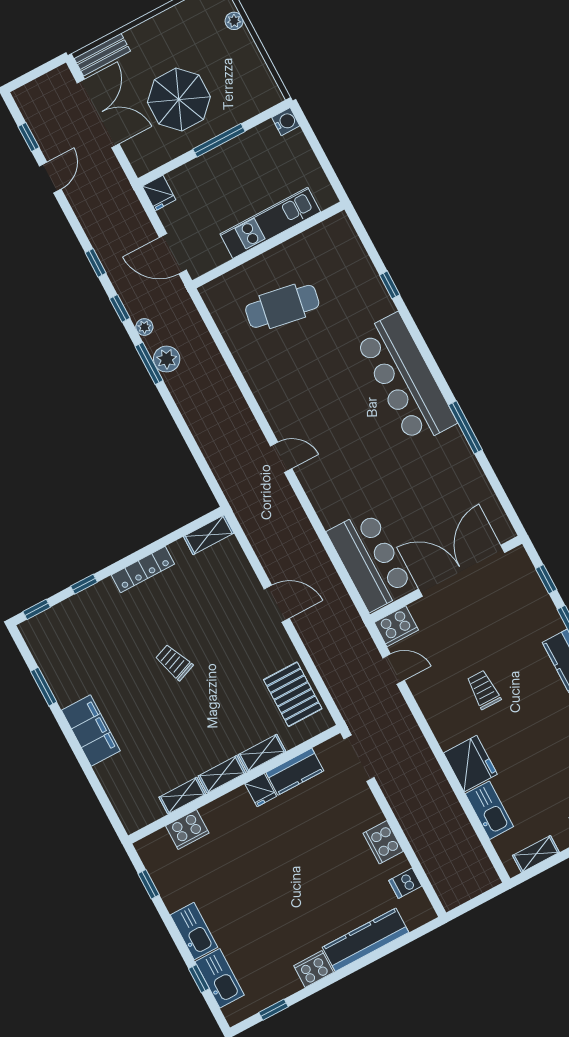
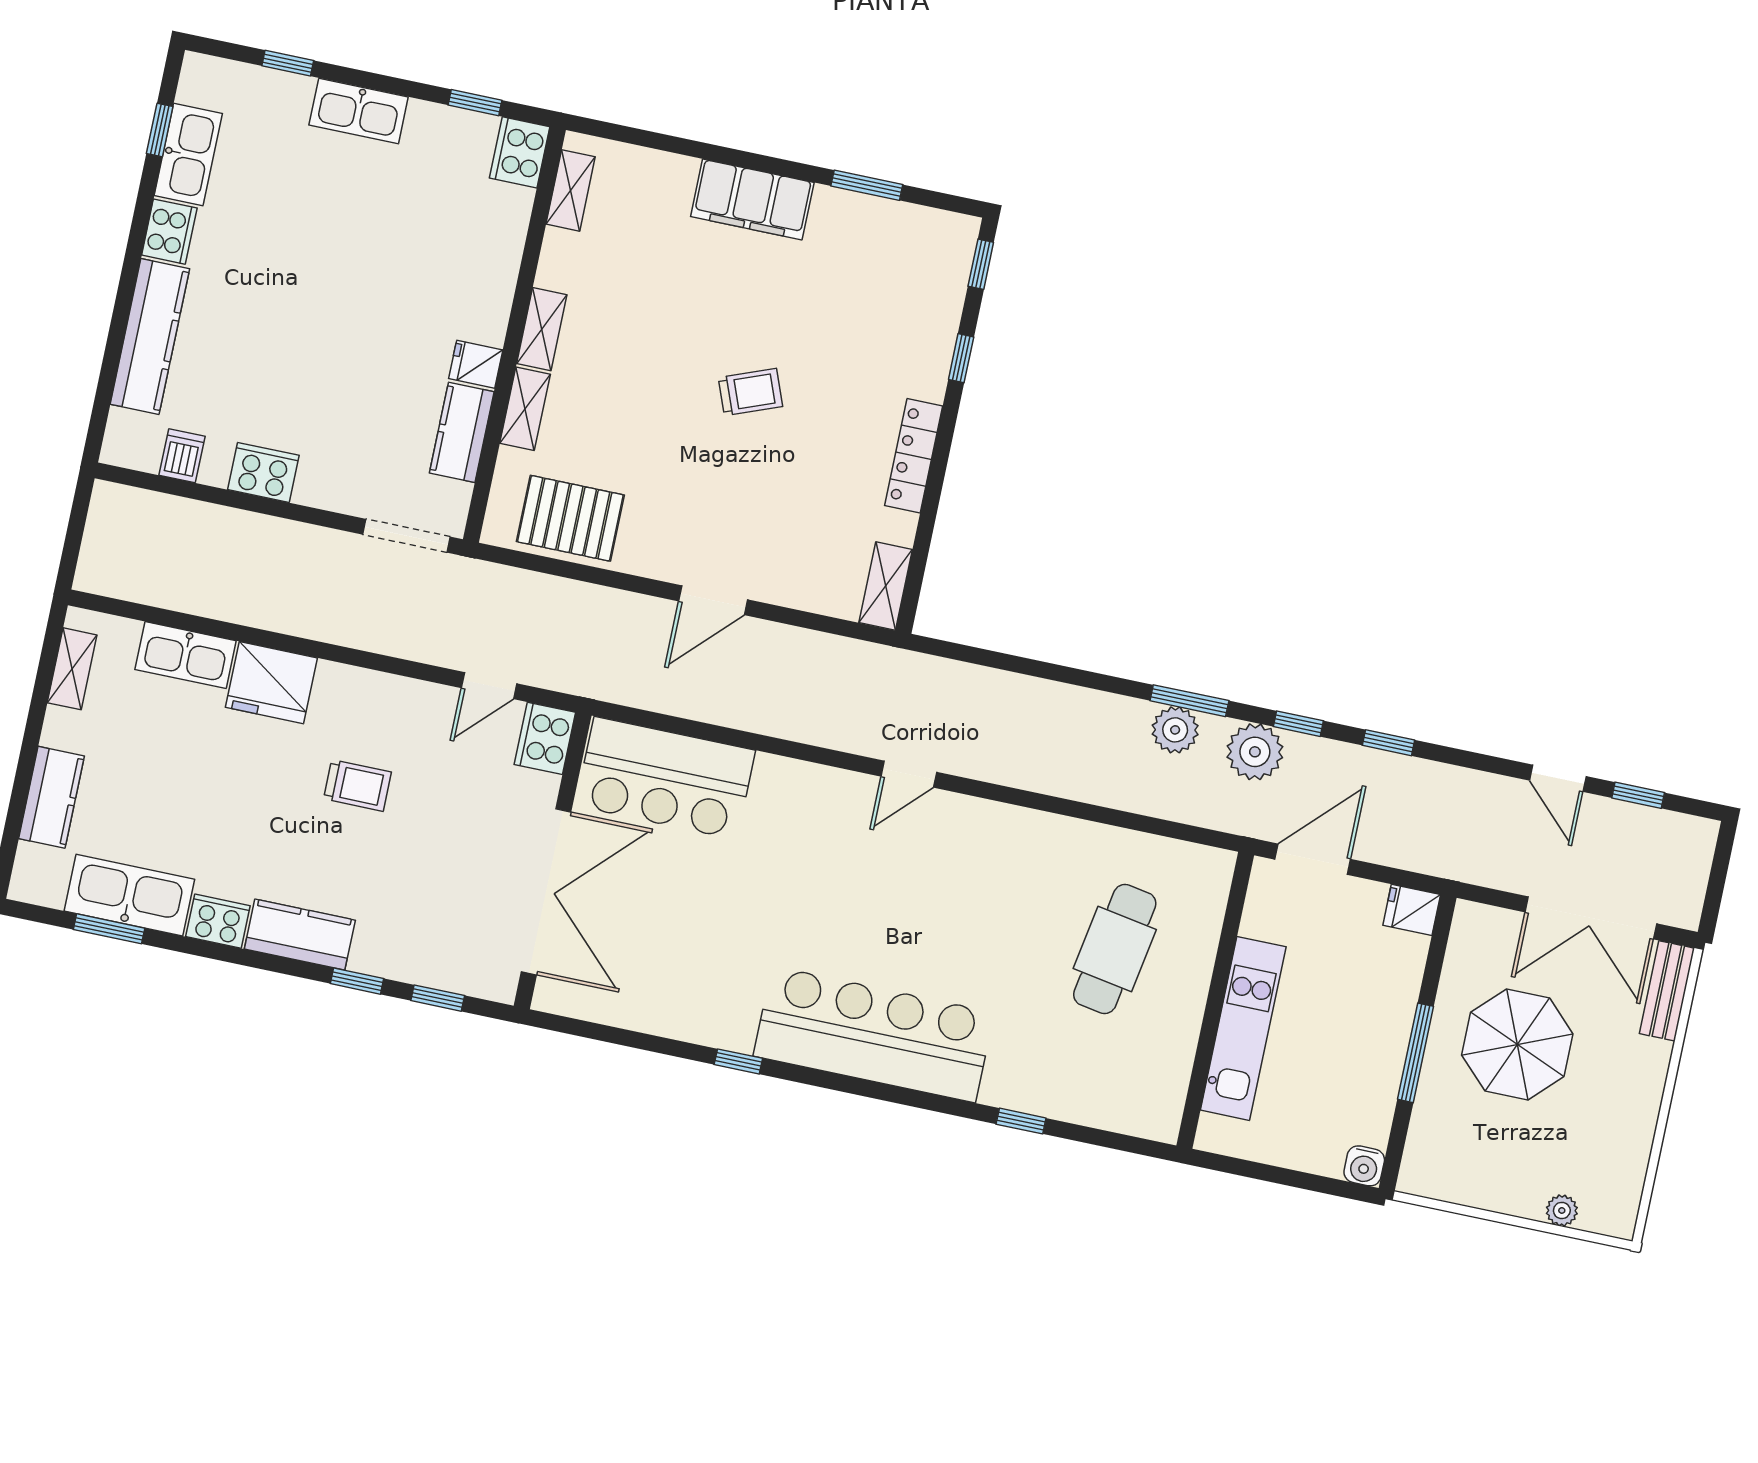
plant: (144, 327) -> (1255, 752), width x1.87, depth x1.87
window: (465, 427) -> (738, 1061), width x0.46
shelving: (182, 796) -> (571, 190), moved
cooker: (187, 829) -> (520, 152), moved
kitchen sink: (220, 978) -> (188, 154), moved, turned -90

